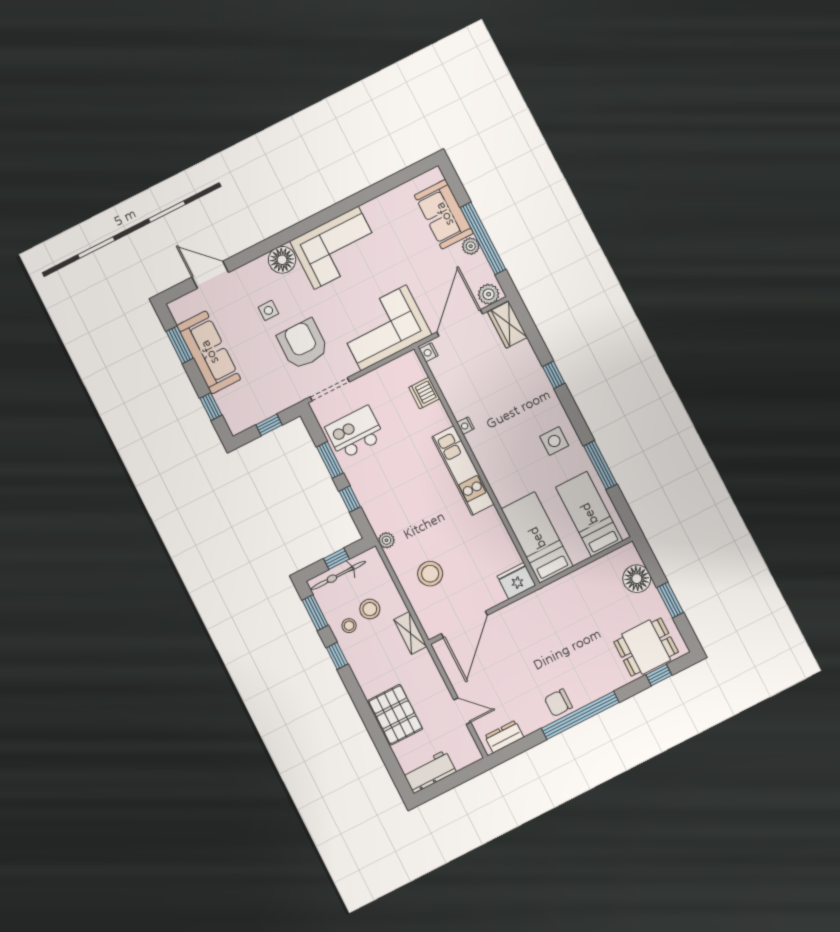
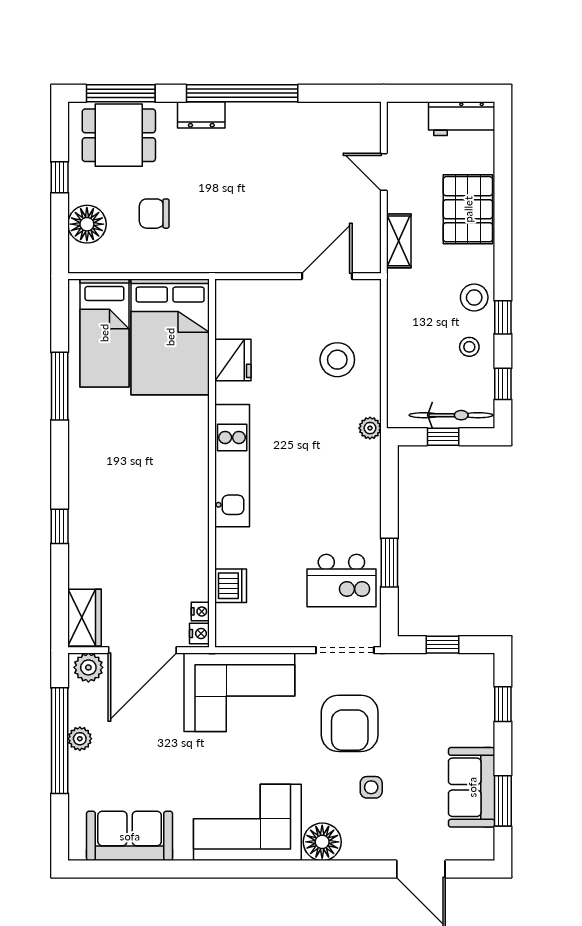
sofa: (444, 214) -> (130, 836), moved, turned -90
sofa: (209, 352) -> (472, 787), width x0.73
nightstand: (466, 426) -> (200, 611), moved
side table: (554, 441) -> (101, 445), removed
window: (350, 499) -> (389, 502), removed
bed: (537, 538) -> (170, 337), width x1.50
fridge: (516, 581) -> (233, 360), moved, turned -90
window: (670, 600) -> (60, 177), width x0.67
stool: (370, 609) -> (474, 297), moved
window: (315, 613) -> (503, 384), width x0.67
door: (464, 624) -> (327, 276), width x0.73
shelving: (410, 633) -> (399, 241), moved
window: (659, 675) -> (121, 93), width x2.17
chair: (558, 703) -> (154, 214), moved, turned 180
dresser: (504, 737) -> (201, 115), moved

